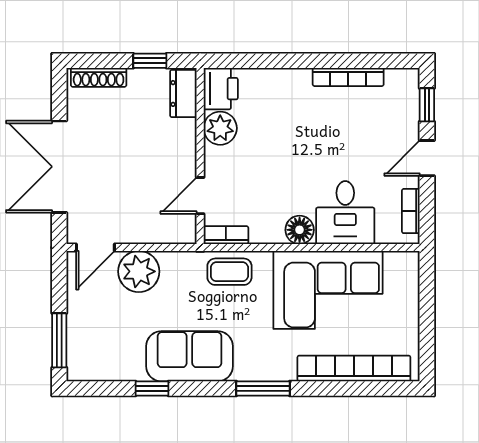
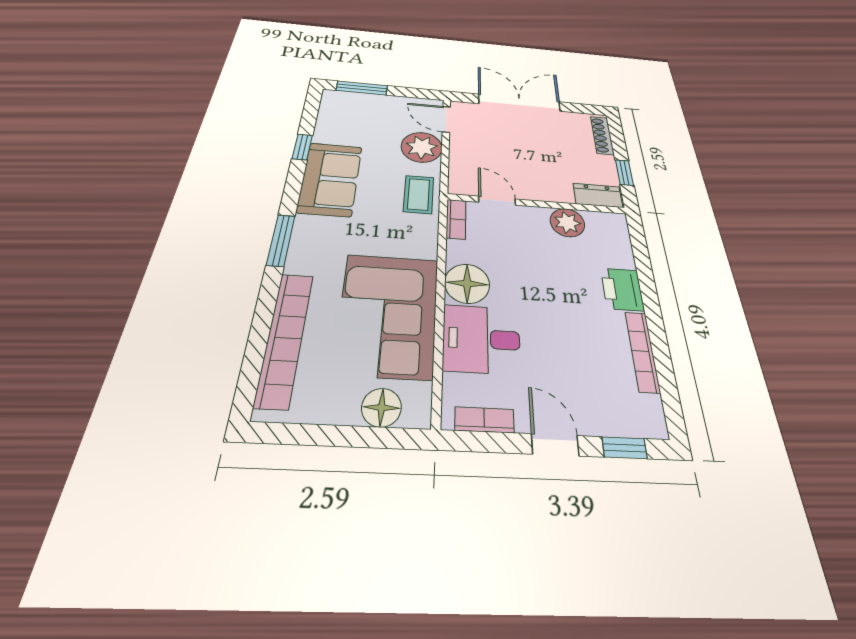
printer: (221, 89) -> (622, 289), moved, turned 90
floor lamp: (300, 230) -> (467, 284), width x1.38, depth x1.38
coffee table: (229, 272) -> (419, 194), moved
floor lamp: (405, 288) -> (381, 408), added

